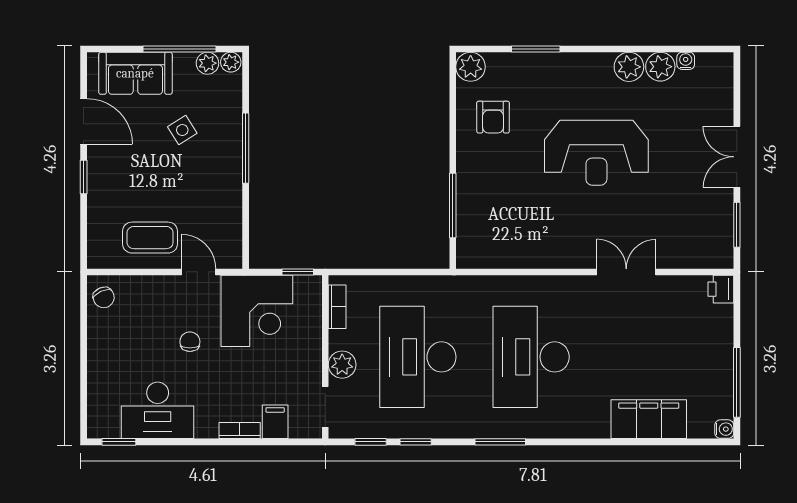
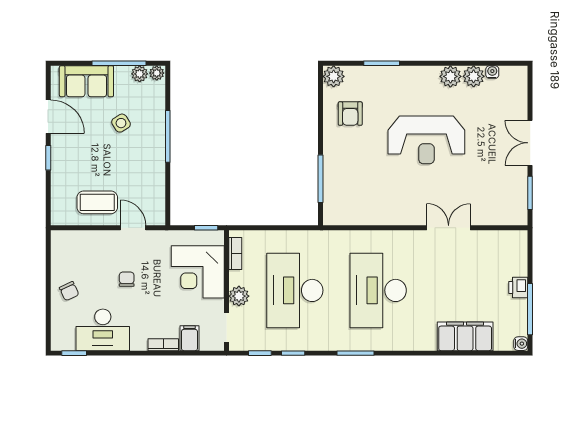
printer: (721, 289) -> (518, 287), moved
chair: (104, 297) -> (69, 291), moved
corner desk: (257, 311) -> (198, 272), moved, turned 90

